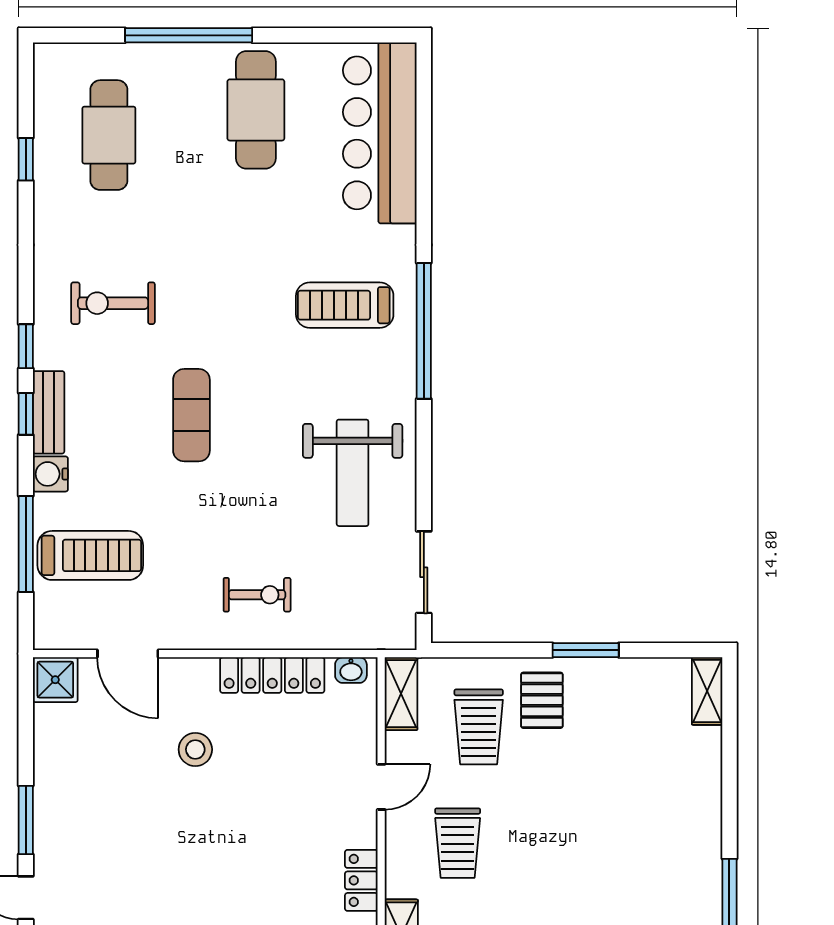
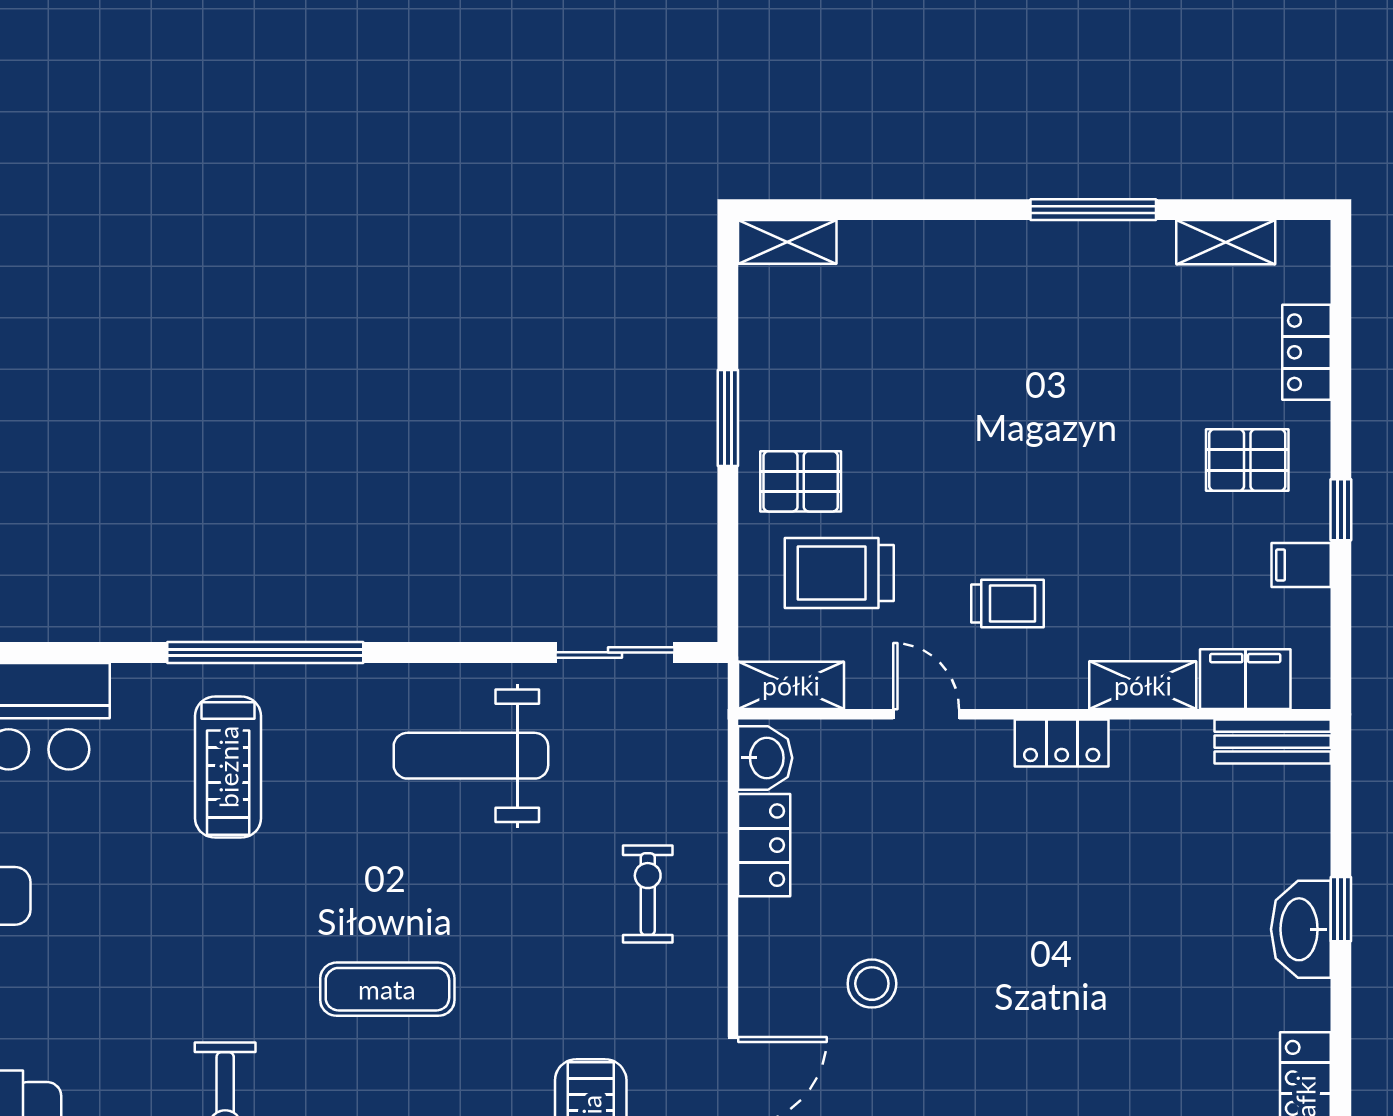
weight bench: (353, 473) -> (471, 756), turned 180
washbasin: (351, 670) -> (765, 758), width x1.38, depth x1.45
locker: (272, 675) -> (764, 845), width x0.66
trolley: (479, 727) -> (839, 573), turned 180
trolley: (458, 843) -> (1007, 603), width x0.73, depth x0.72

